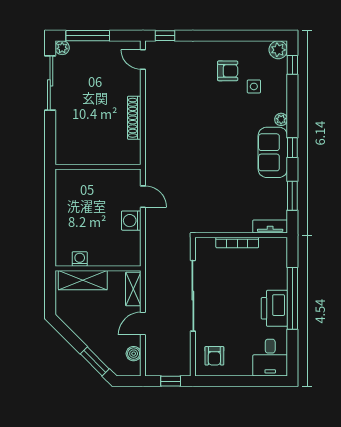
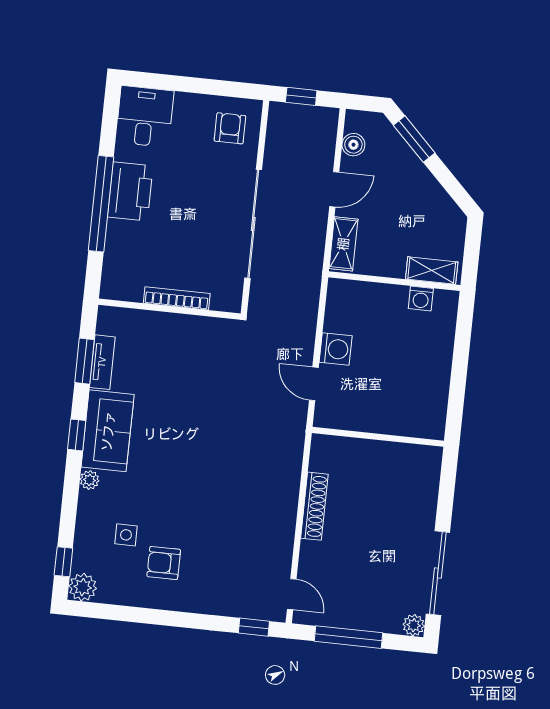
window: (88, 36) -> (348, 637), moved
tv unit: (270, 226) -> (102, 362), moved, turned -90
shelving: (83, 280) -> (432, 271), width x0.67, depth x0.75

